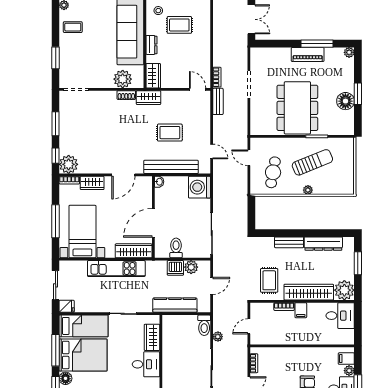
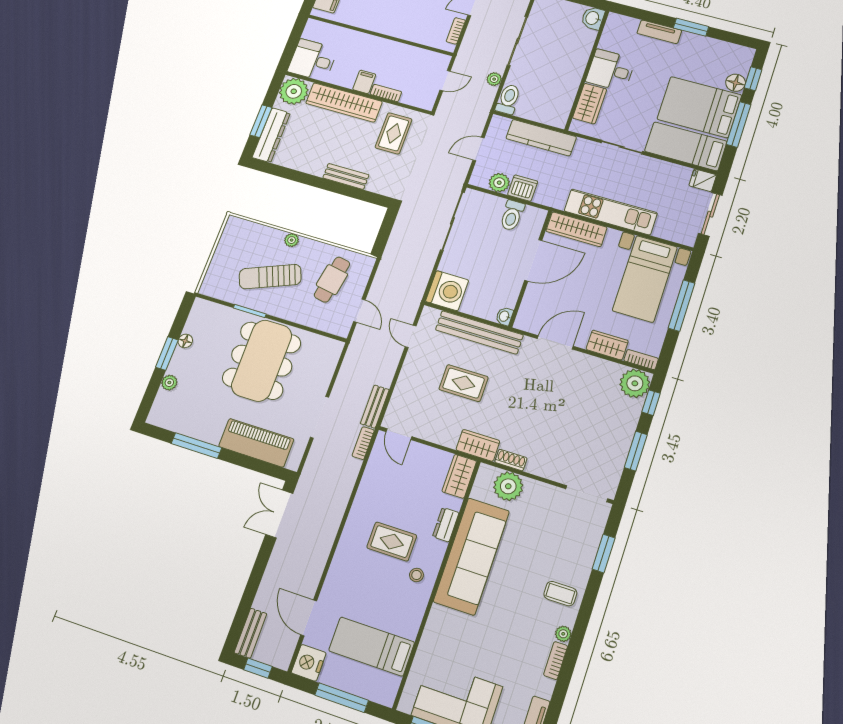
plant: (349, 52) -> (169, 383), moved
piano: (308, 54) -> (256, 443), moved, width x1.37, depth x1.33
floor lamp: (345, 101) -> (185, 341), width x0.53, depth x0.53
dresser: (323, 244) -> (271, 135), moved, turned 90

